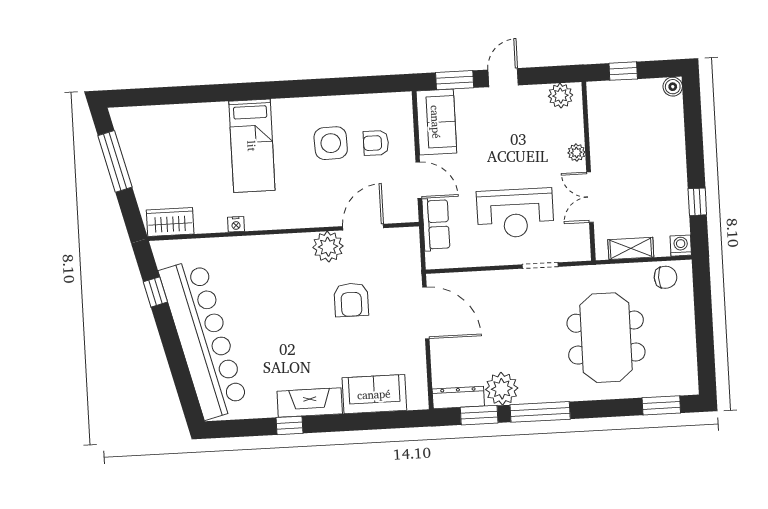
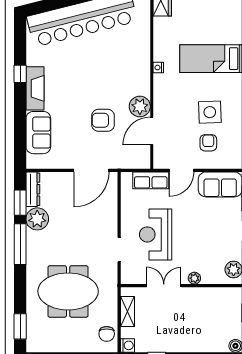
nightstand: (236, 224) -> (158, 68), moved
door: (363, 227) -> (152, 131), swing flipped

